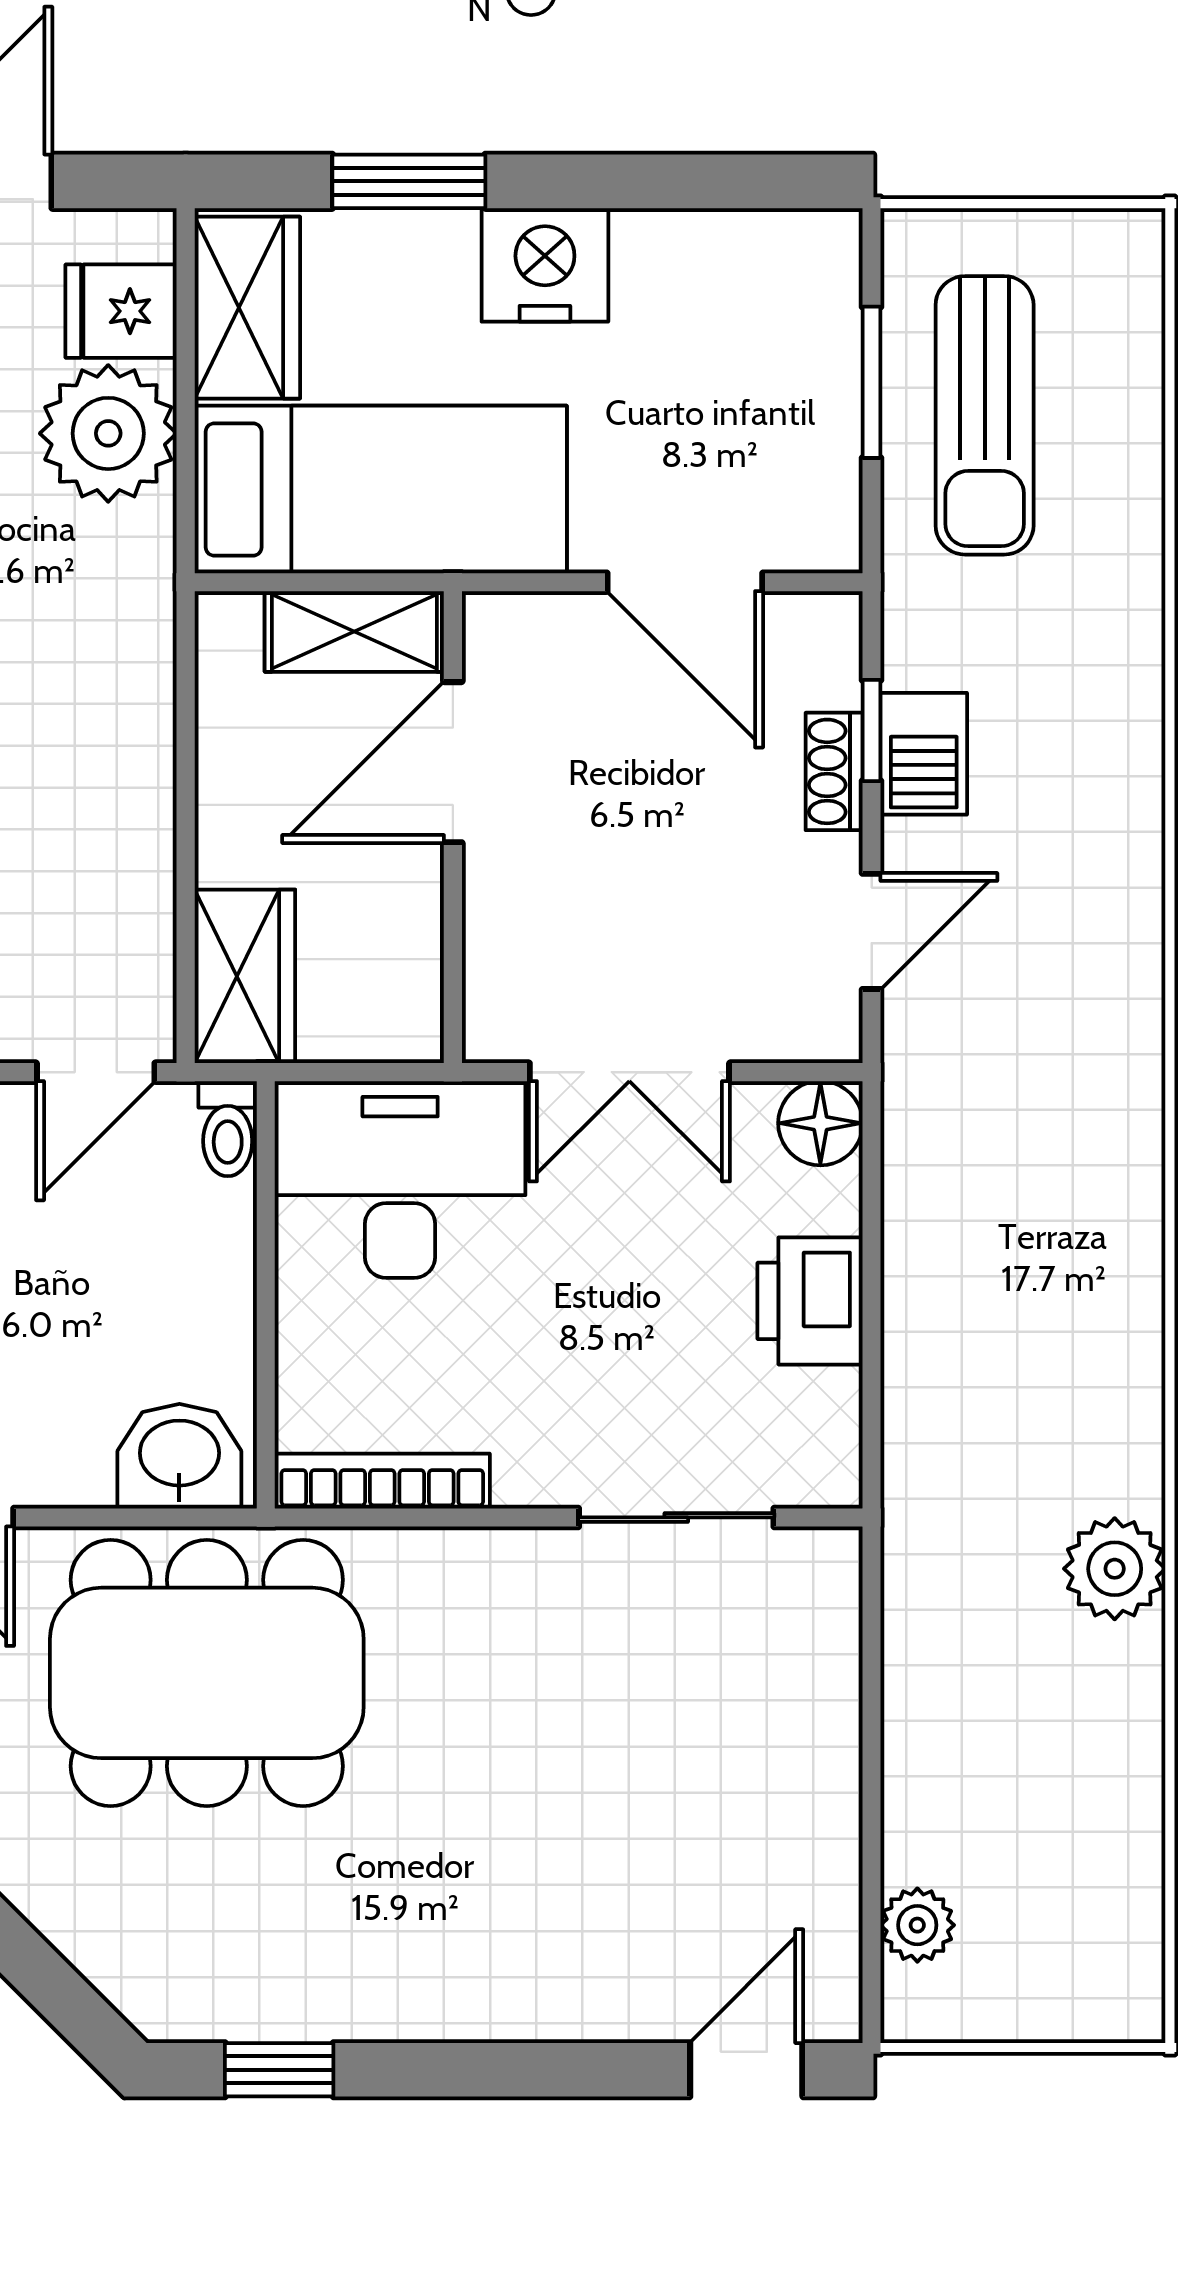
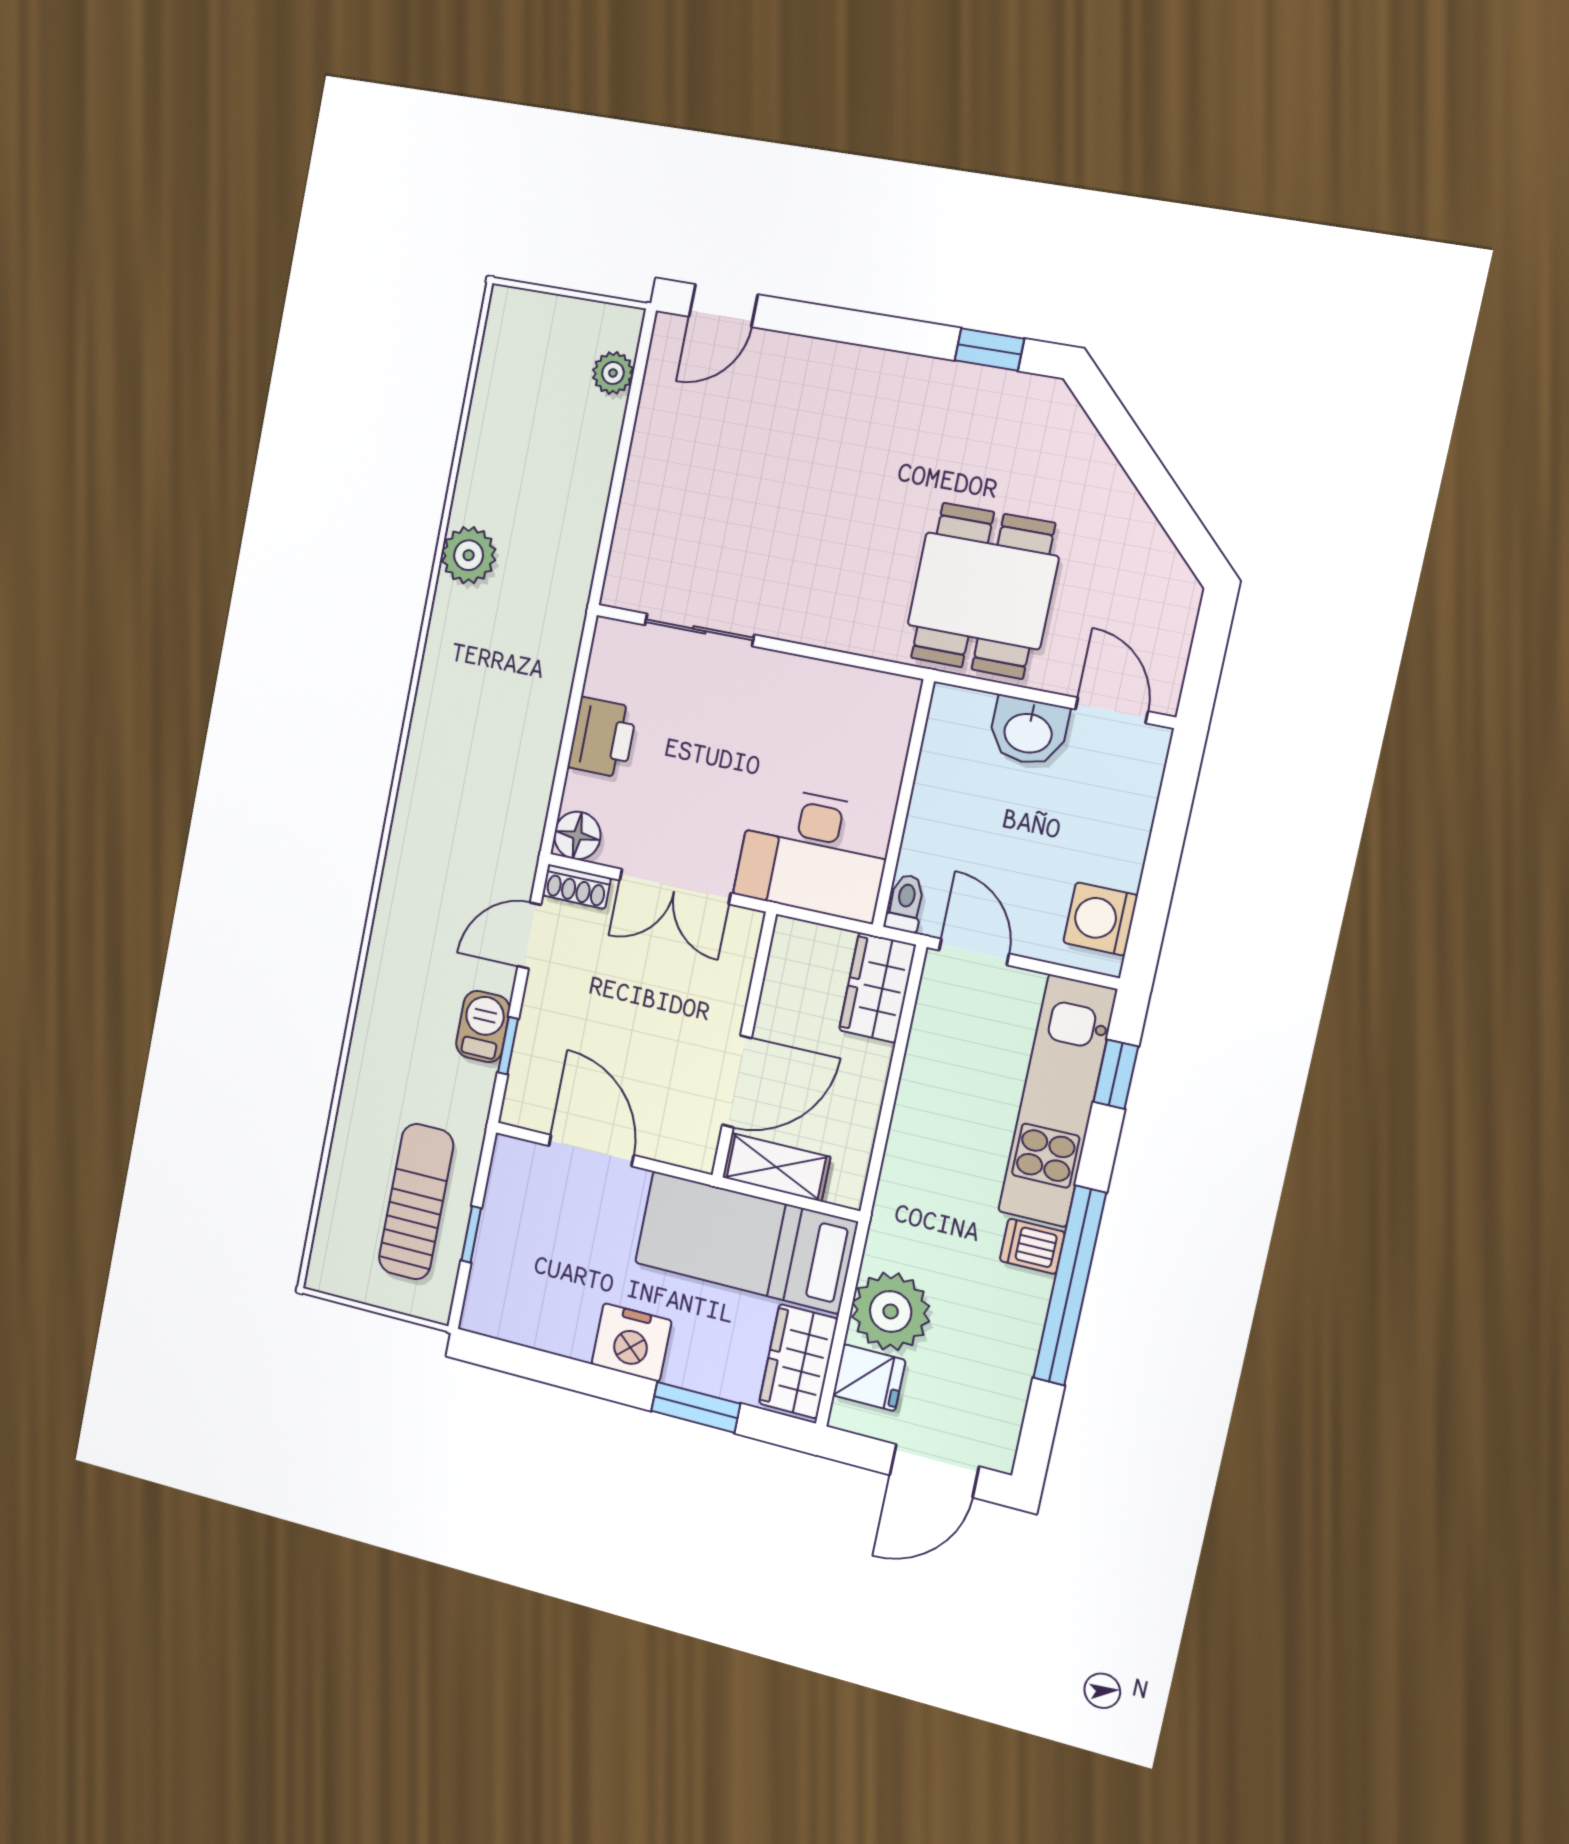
window: (872, 382) -> (471, 1234), width x0.67
shoe rack: (834, 771) -> (577, 887), moved, turned 90
door: (96, 1072) -> (974, 952), hinge flipped
double door: (629, 1072) -> (675, 886), swing flipped
washbasin: (179, 1456) -> (1028, 731), moved
bookcase: (382, 1481) -> (859, 683), removed
dining table: (207, 1673) -> (983, 591), width x0.73

